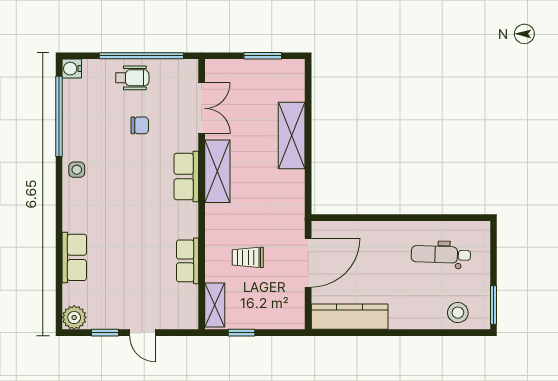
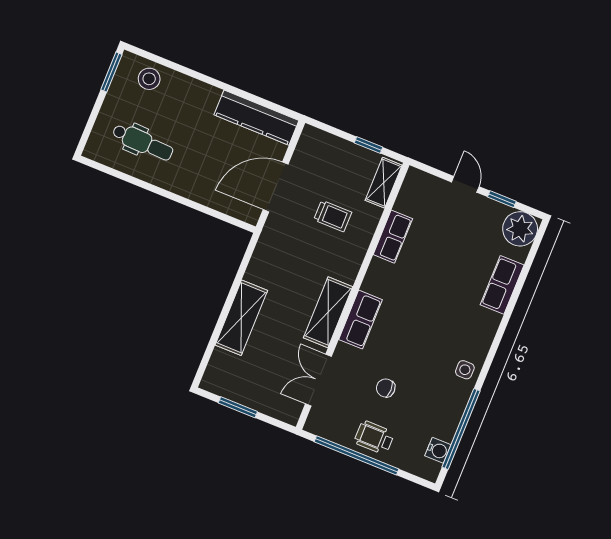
water cooler: (72, 69) -> (438, 450), moved
plant: (74, 317) -> (520, 229), width x1.36, depth x1.36

